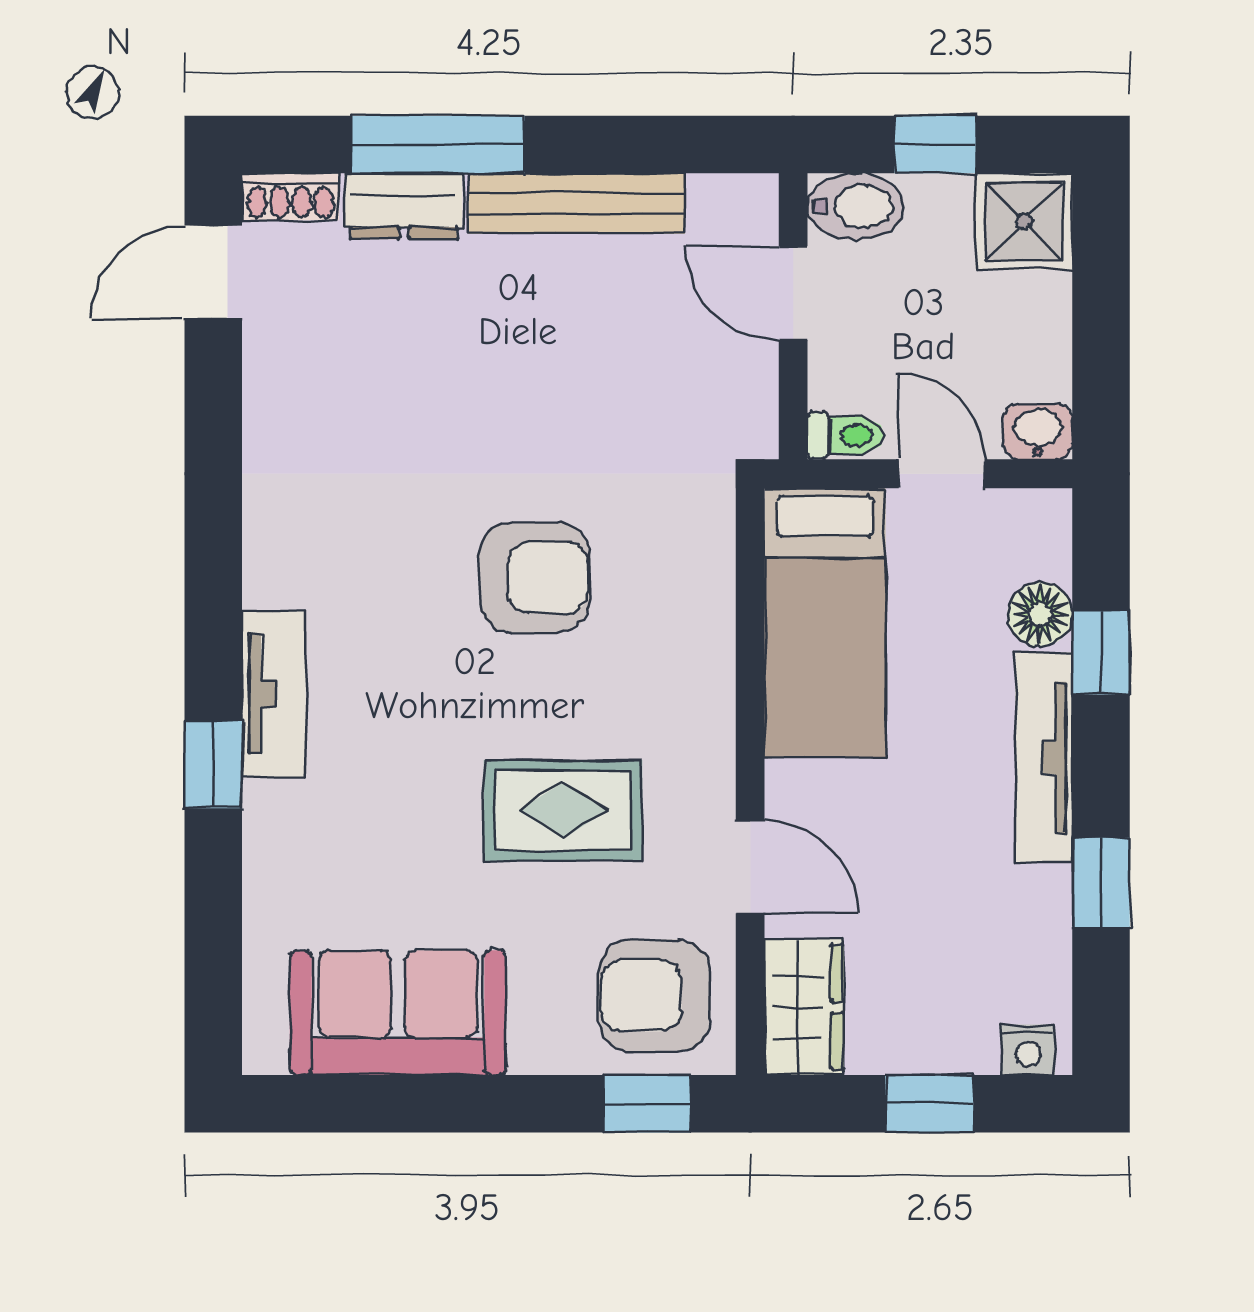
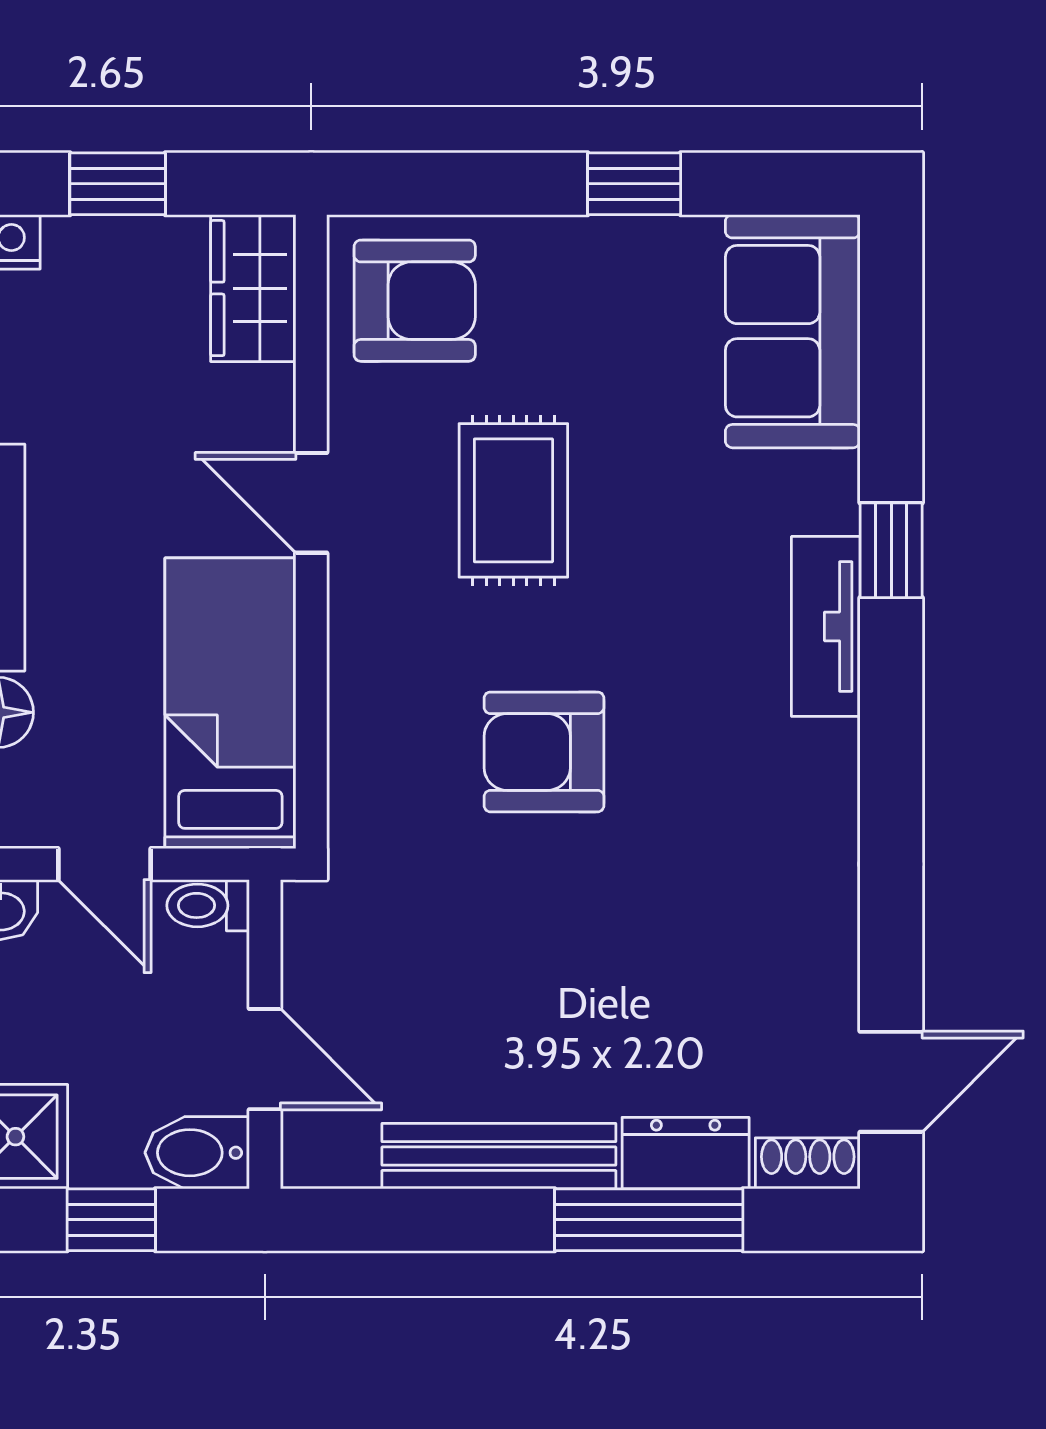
rug: (563, 810) -> (513, 500), turned 90
door: (750, 867) -> (311, 503), moved
sofa: (398, 1013) -> (793, 331), moved, turned 90
window: (647, 1104) -> (634, 184), moved

